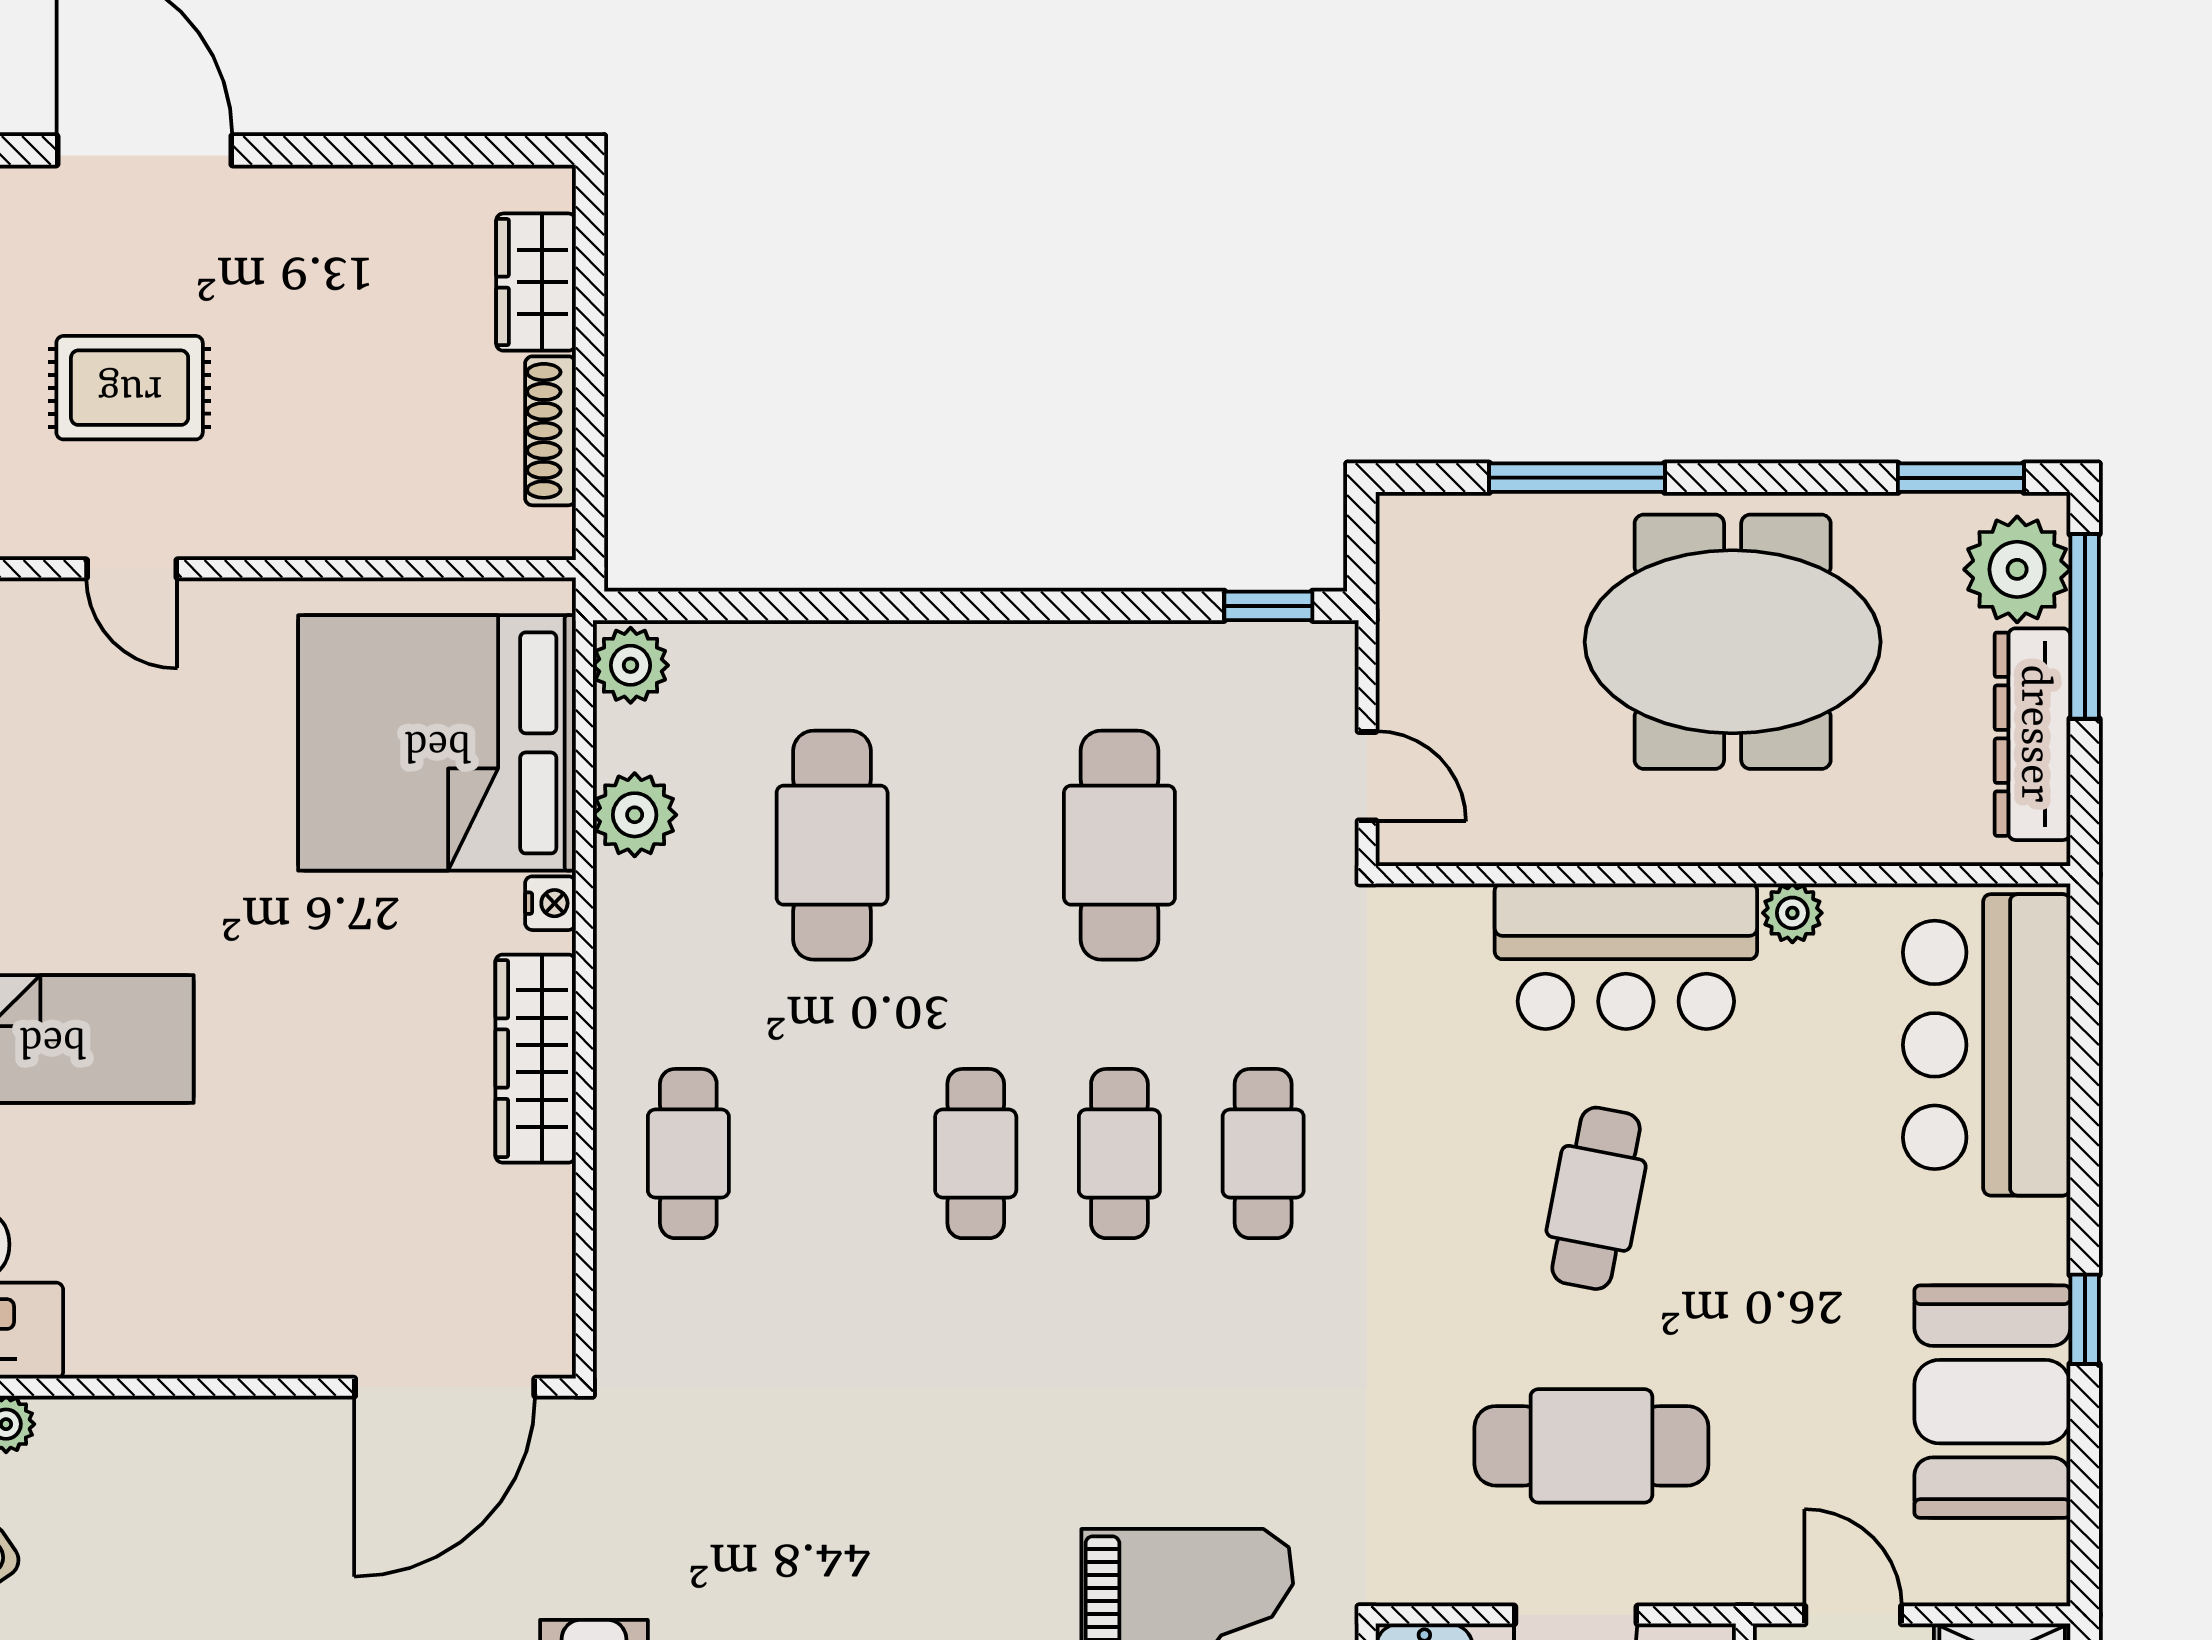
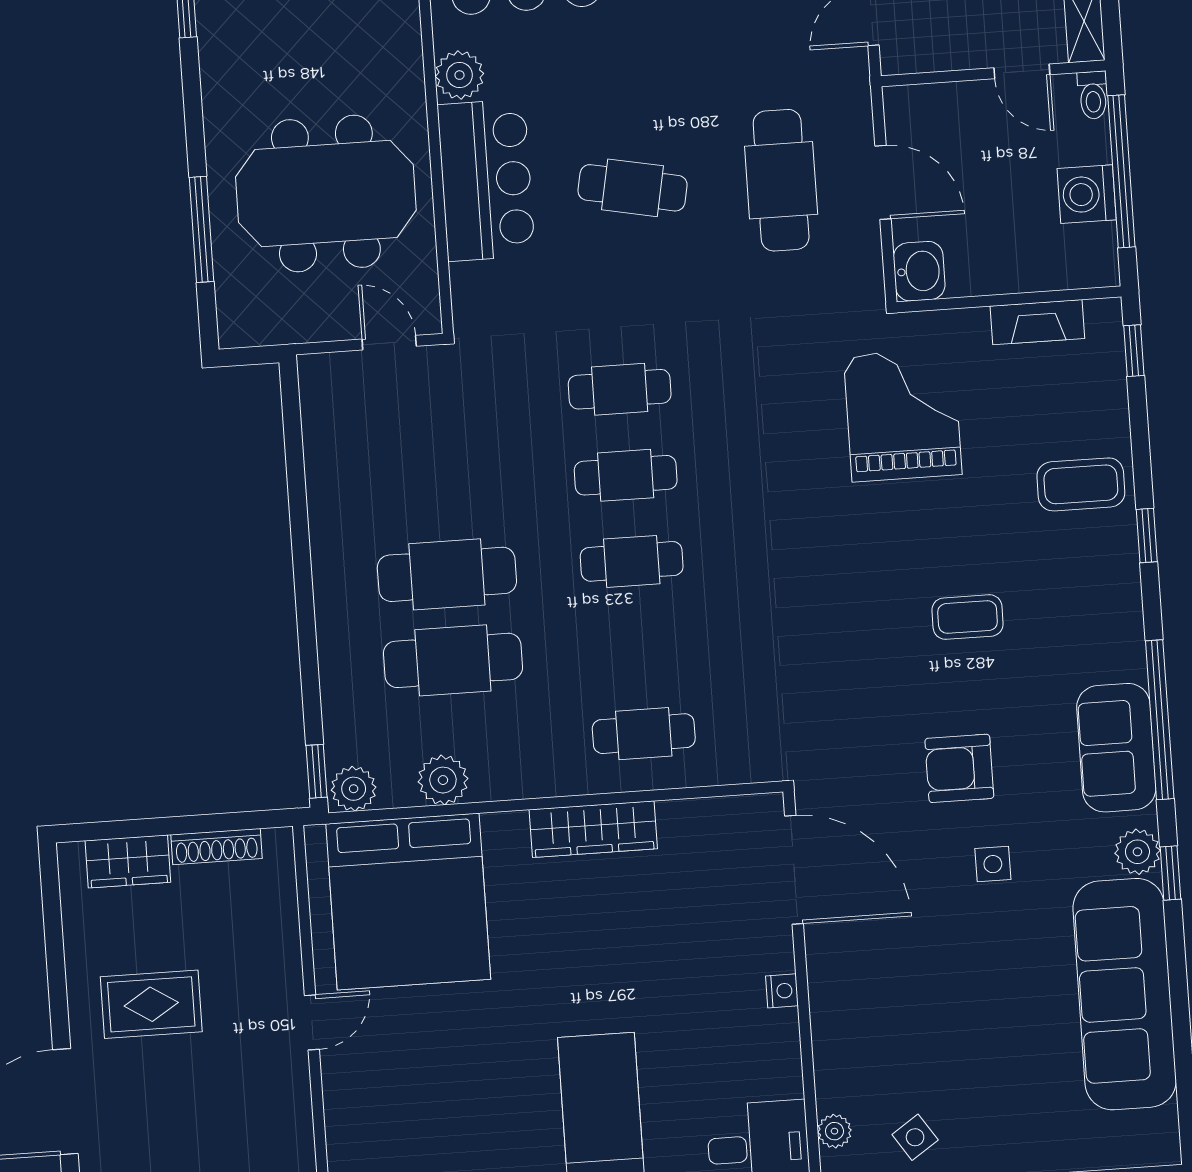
rug: (130, 388) -> (151, 1004), moved, turned 90
door: (132, 569) -> (312, 1022), moved
window: (1268, 606) -> (317, 771), moved
meeting table: (1733, 642) -> (326, 194), moved, turned 90
door: (1367, 776) -> (389, 343), hinge flipped
cafe table: (1119, 845) -> (447, 574), moved
nightstand: (550, 903) -> (782, 991), moved, turned 90
plant: (1792, 913) -> (459, 75), width x1.38, depth x1.38

